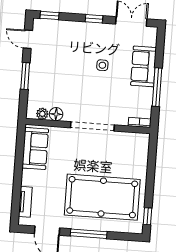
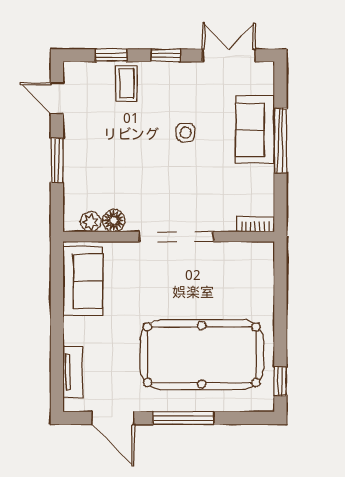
window: (49, 15) -> (111, 55), moved
coffee table: (70, 34) -> (126, 83), added
window: (157, 87) -> (280, 141), moved

